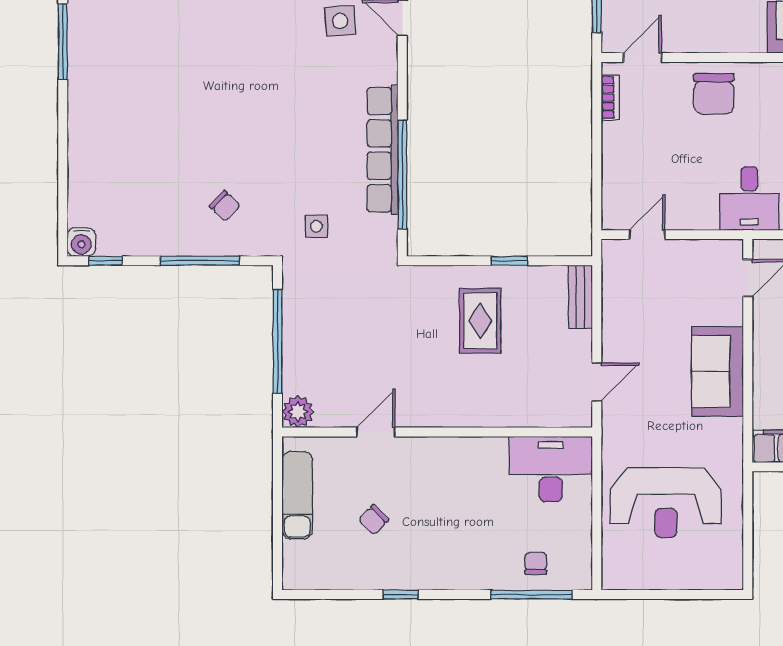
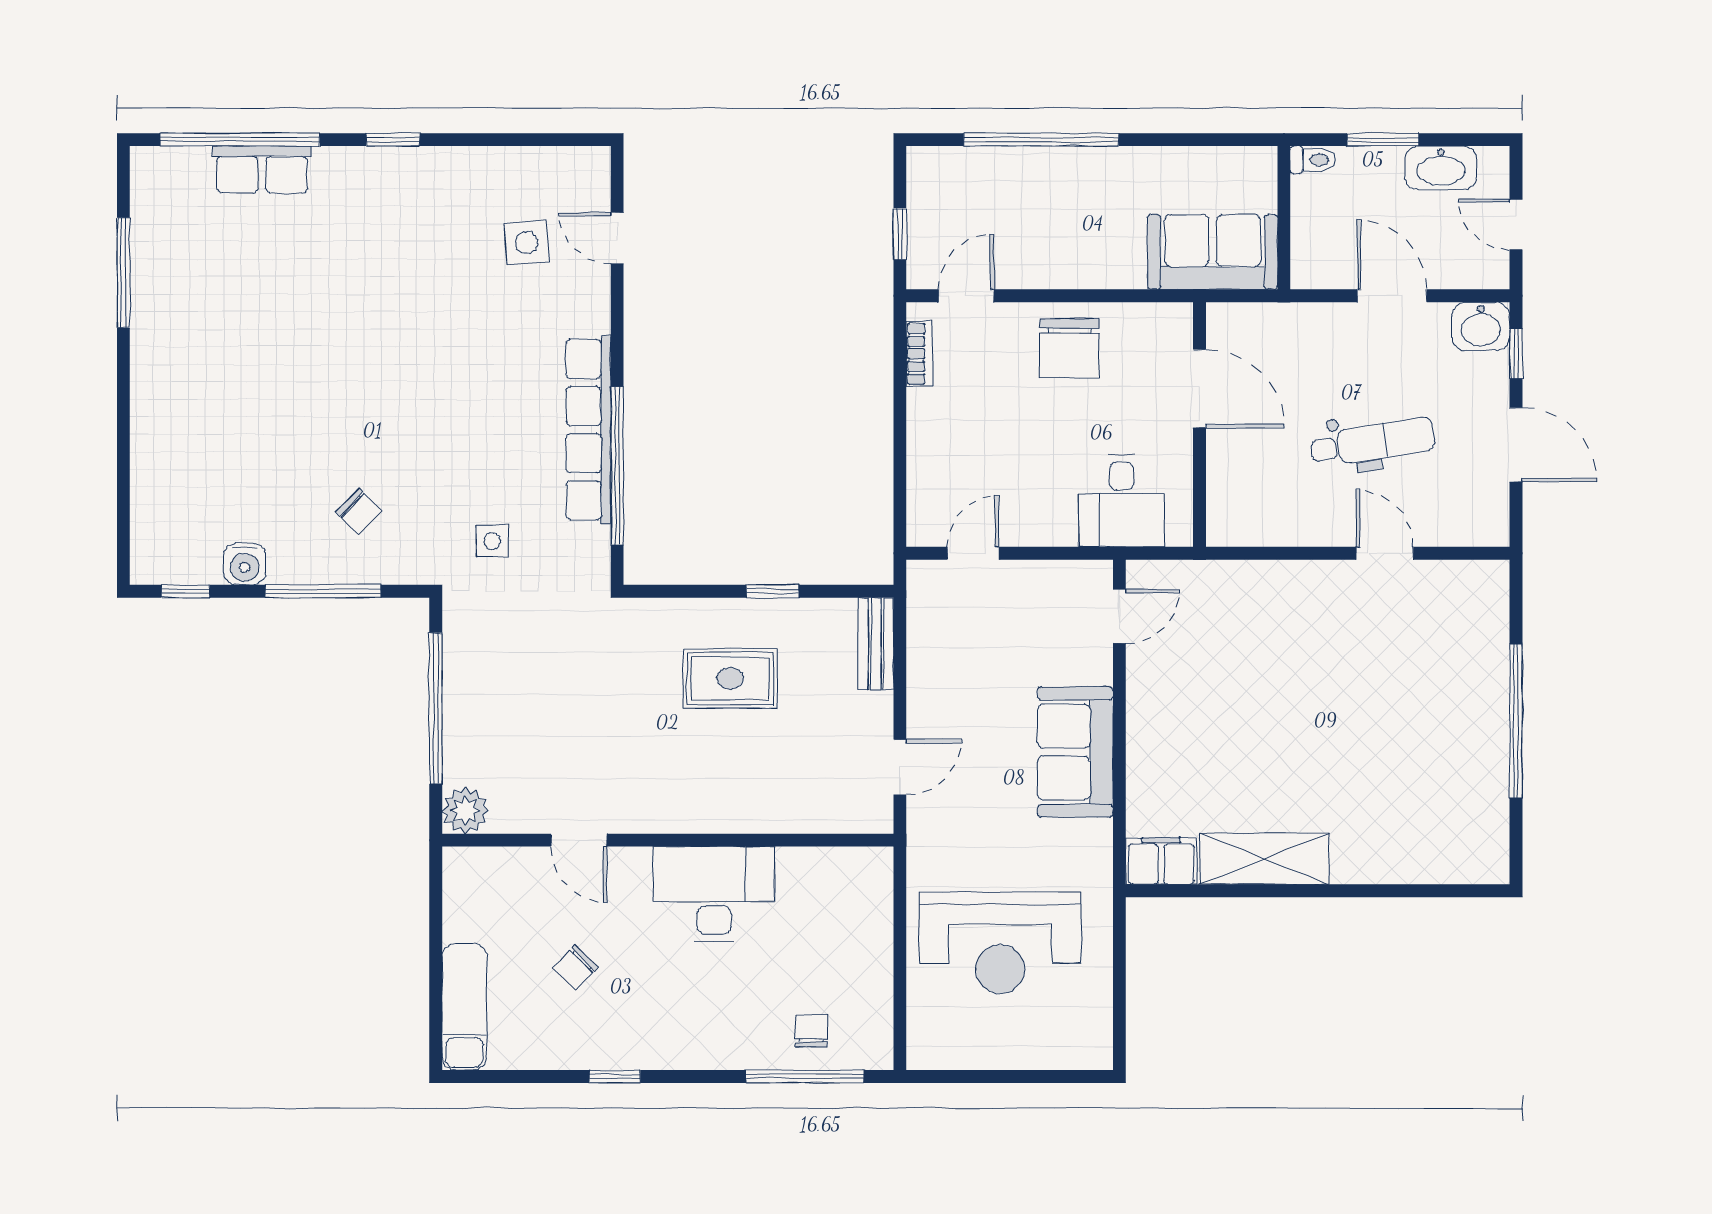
water cooler: (81, 242) -> (245, 564), moved
rug: (480, 321) -> (730, 678), turned 90
door: (376, 432) -> (579, 840), swing flipped
desk: (551, 469) -> (714, 894), moved
exam couch: (297, 495) -> (464, 1007), moved

